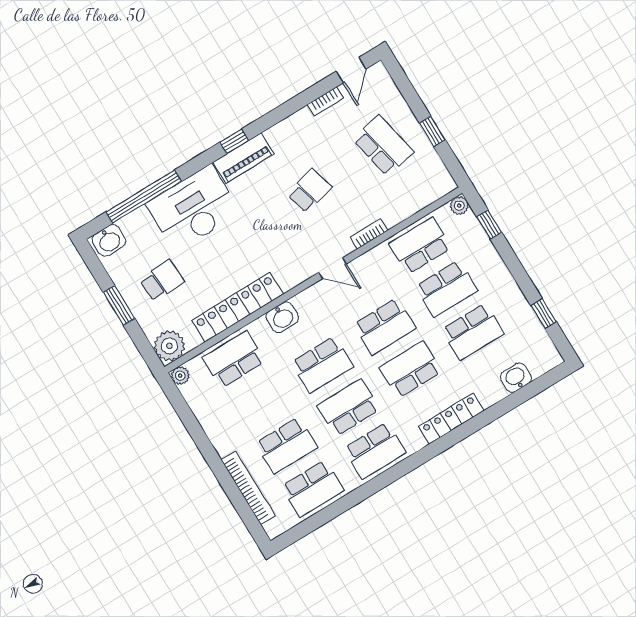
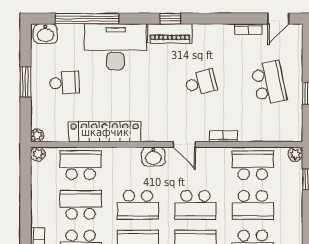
washbasin: (282, 317) -> (153, 157), moved
plant: (169, 346) -> (37, 135), width x0.53, depth x0.53
school desk: (260, 402) -> (81, 205), added

